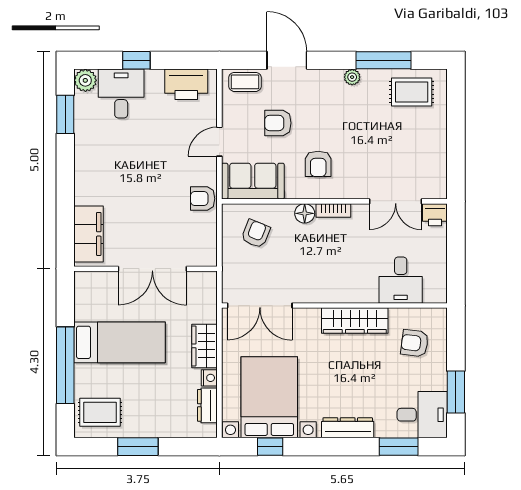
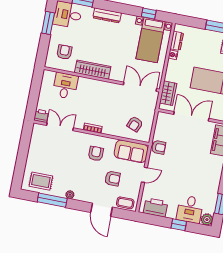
floor lamp: (305, 213) -> (108, 130), removed
armchair: (415, 343) -> (64, 52), turned -97
wardrobe: (204, 346) -> (168, 93), moved
bed with nightstands: (269, 397) -> (151, 40), width x0.73

